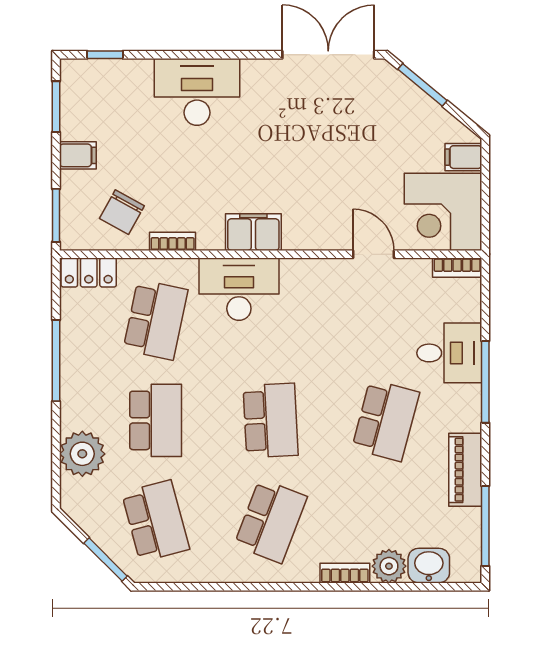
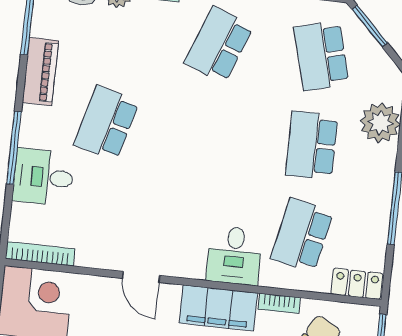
filing cabinet: (253, 232) -> (218, 308), width x1.50, depth x1.17
door: (374, 254) -> (141, 277), moved
bookcase: (457, 268) -> (40, 254), width x1.56
desk: (239, 289) -> (234, 255), width x0.73
school desk: (271, 420) -> (209, 134), removed

